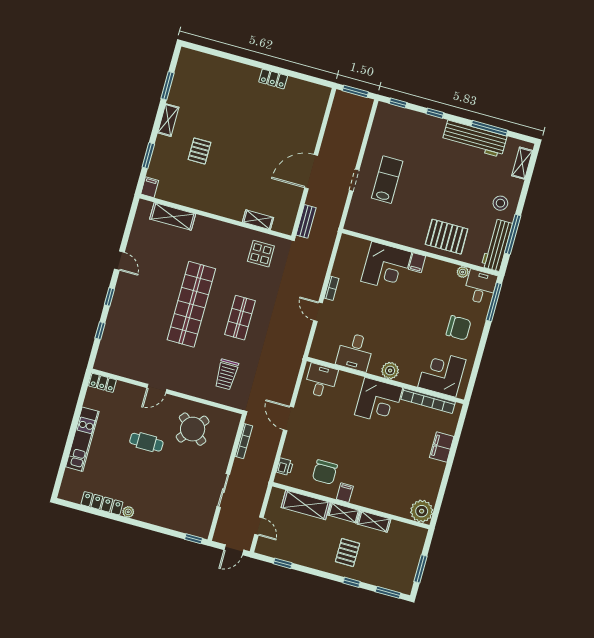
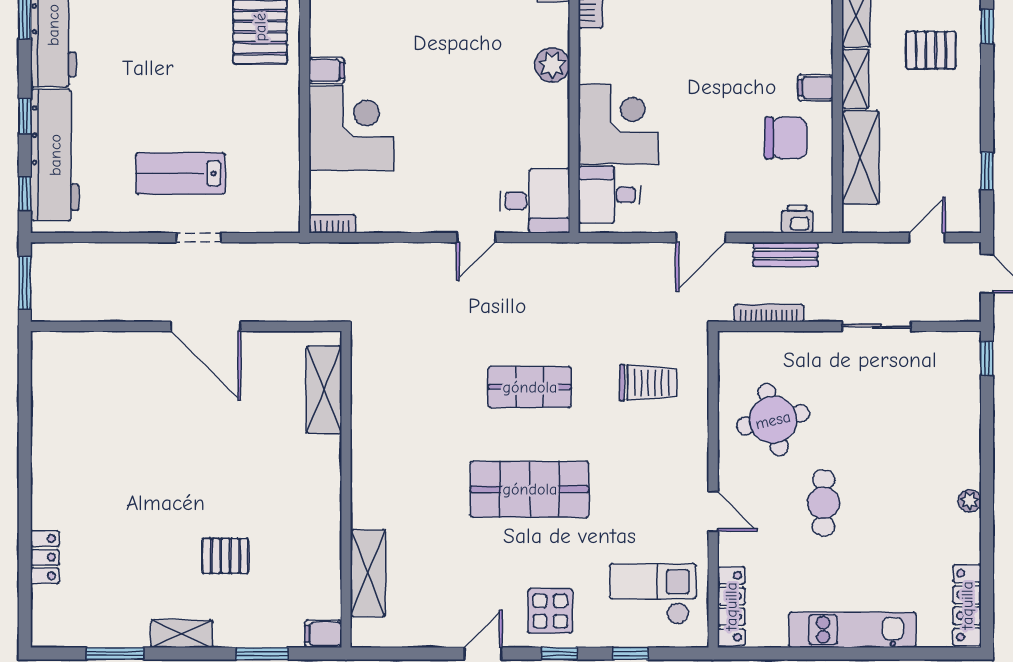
locker: (273, 79) -> (45, 557), moved
workbench: (412, 122) -> (55, 155), added
shelving: (258, 220) -> (324, 390), width x1.50, depth x1.33
bench: (306, 221) -> (785, 254), moved
display table: (261, 254) -> (550, 611), moved
bookcase: (331, 288) -> (332, 224), moved
shop shelf: (191, 304) -> (530, 489), width x0.71
checkout: (125, 349) -> (653, 594), added
desk: (355, 352) -> (535, 201), moved
locker: (103, 383) -> (731, 606), width x1.53
corner desk: (379, 401) -> (618, 124), moved
round table: (193, 429) -> (773, 420), turned 38
locker: (102, 503) -> (967, 605), moved

